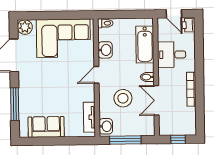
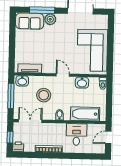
printer: (189, 25) -> (18, 147), moved
plant: (25, 27) -> (50, 19), moved
double door: (156, 100) -> (30, 121), moved
sofa: (46, 127) -> (30, 21), moved, turned 90

